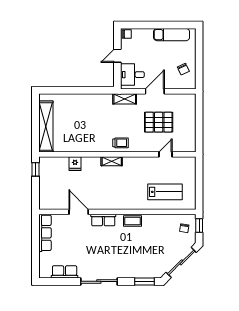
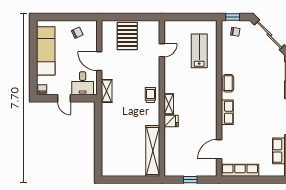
exam couch: (172, 35) -> (46, 51), width x1.36, depth x1.45
pallet: (159, 122) -> (127, 36), moved
shelving: (46, 127) -> (153, 151), moved, turned 90
door: (166, 154) -> (162, 50), swing flipped
fridge: (75, 164) -> (171, 121), moved
window: (36, 169) -> (190, 180), moved
door: (79, 212) -> (219, 149), moved

